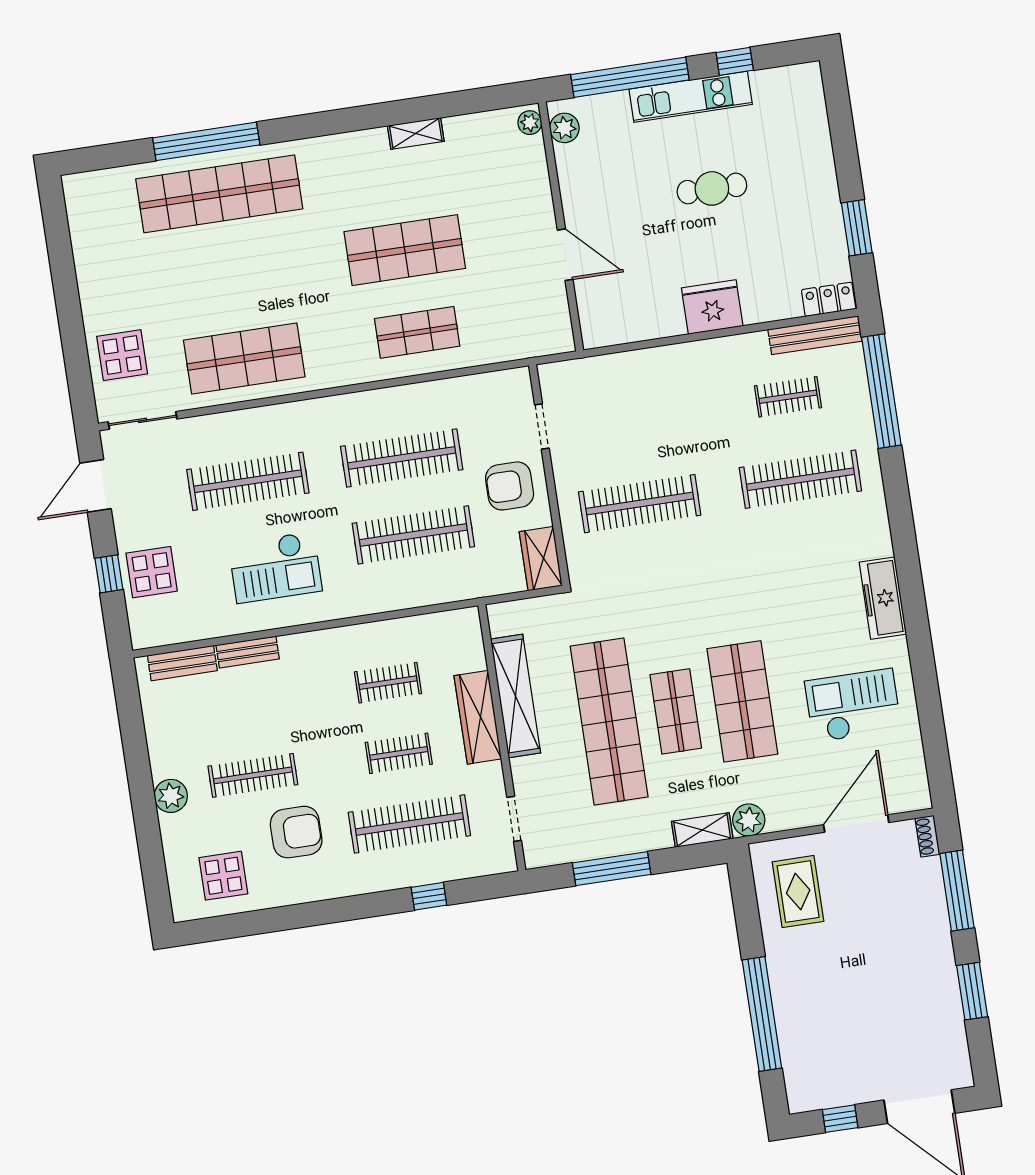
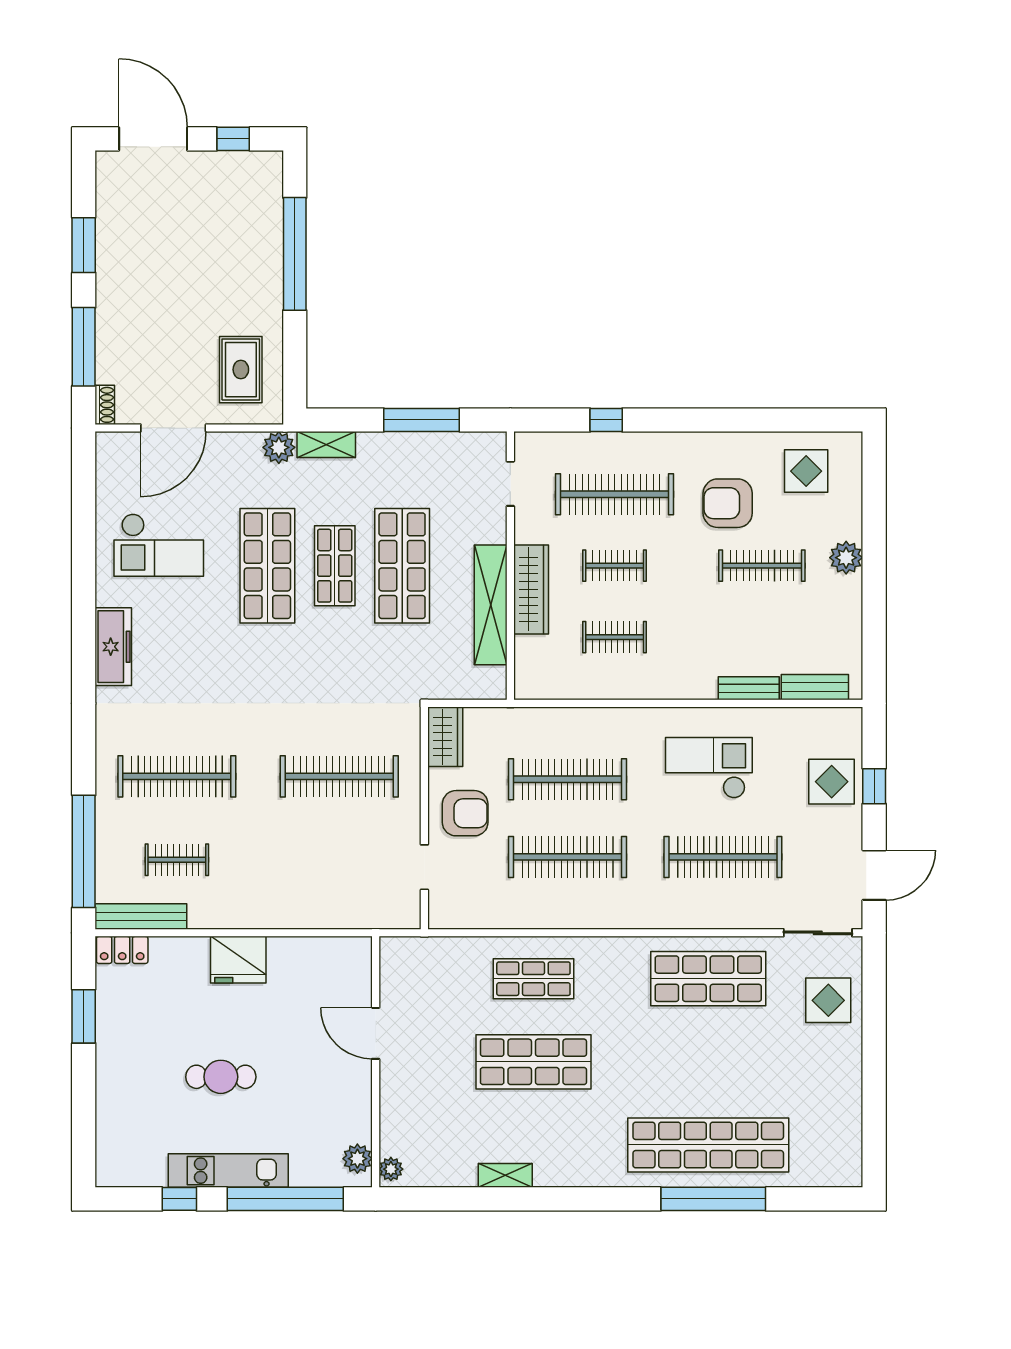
shop shelf: (609, 722) -> (402, 566), width x0.71

